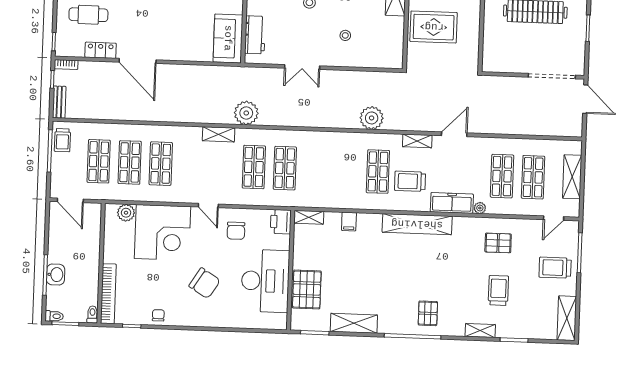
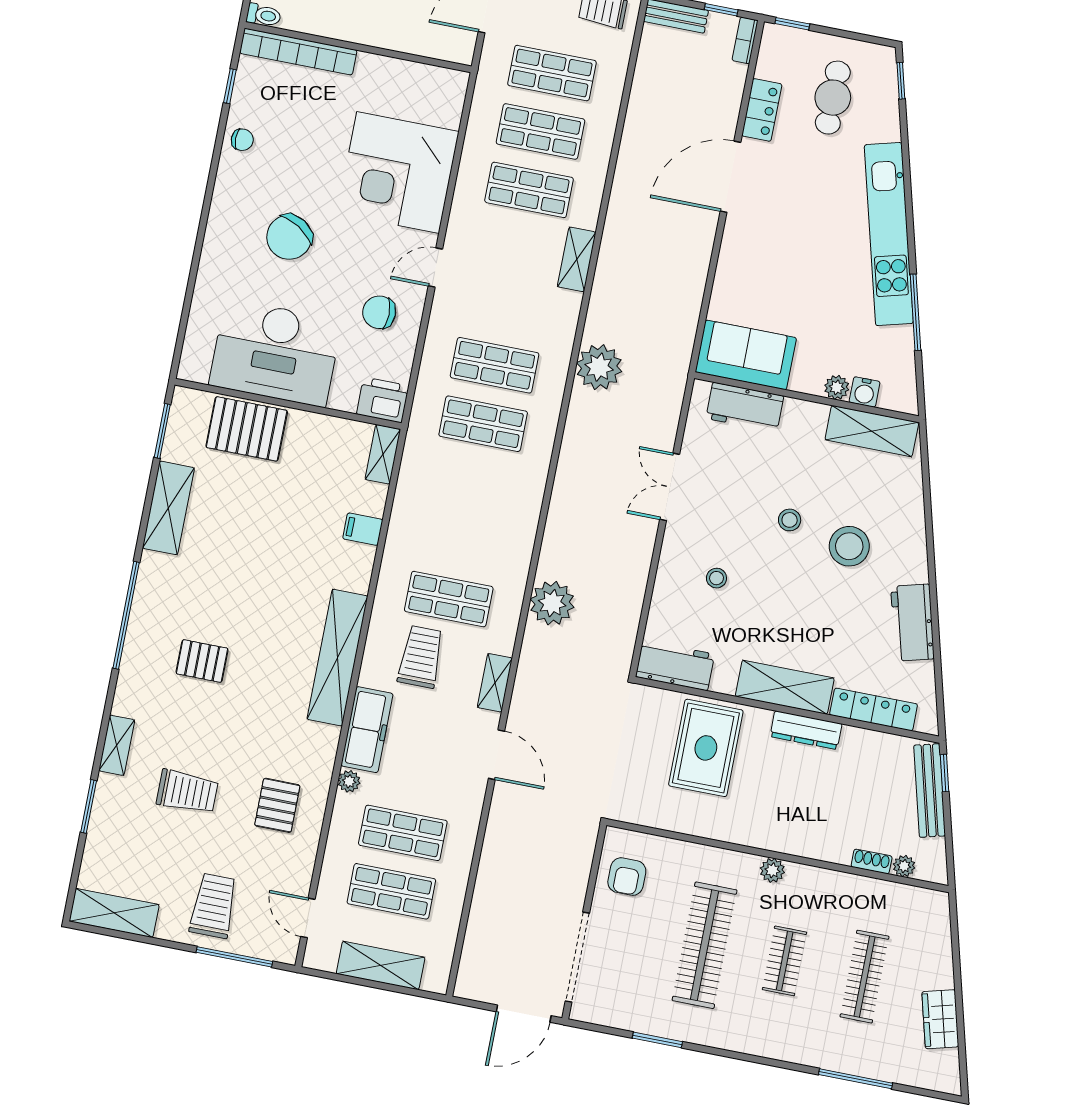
workbench: (394, 50) -> (675, 665), added
armchair: (506, 57) -> (627, 877), added
shelving: (219, 134) -> (577, 259), moved
plant: (126, 213) -> (446, 109), removed
pallet: (428, 313) -> (202, 661), moved

